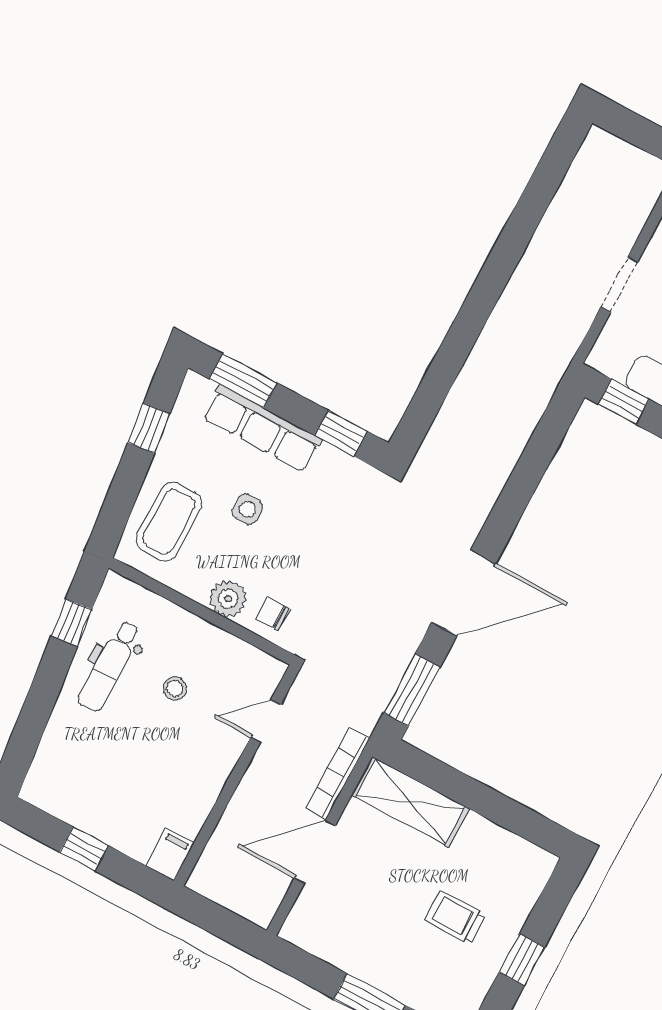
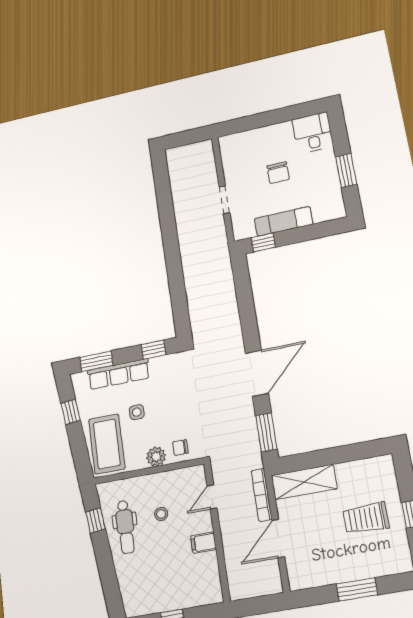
coffee table: (169, 522) -> (107, 444), width x1.36, depth x1.32
filing cabinet: (170, 855) -> (203, 543), moved, turned -90
trolley: (456, 917) -> (366, 518), width x1.36, depth x1.39

